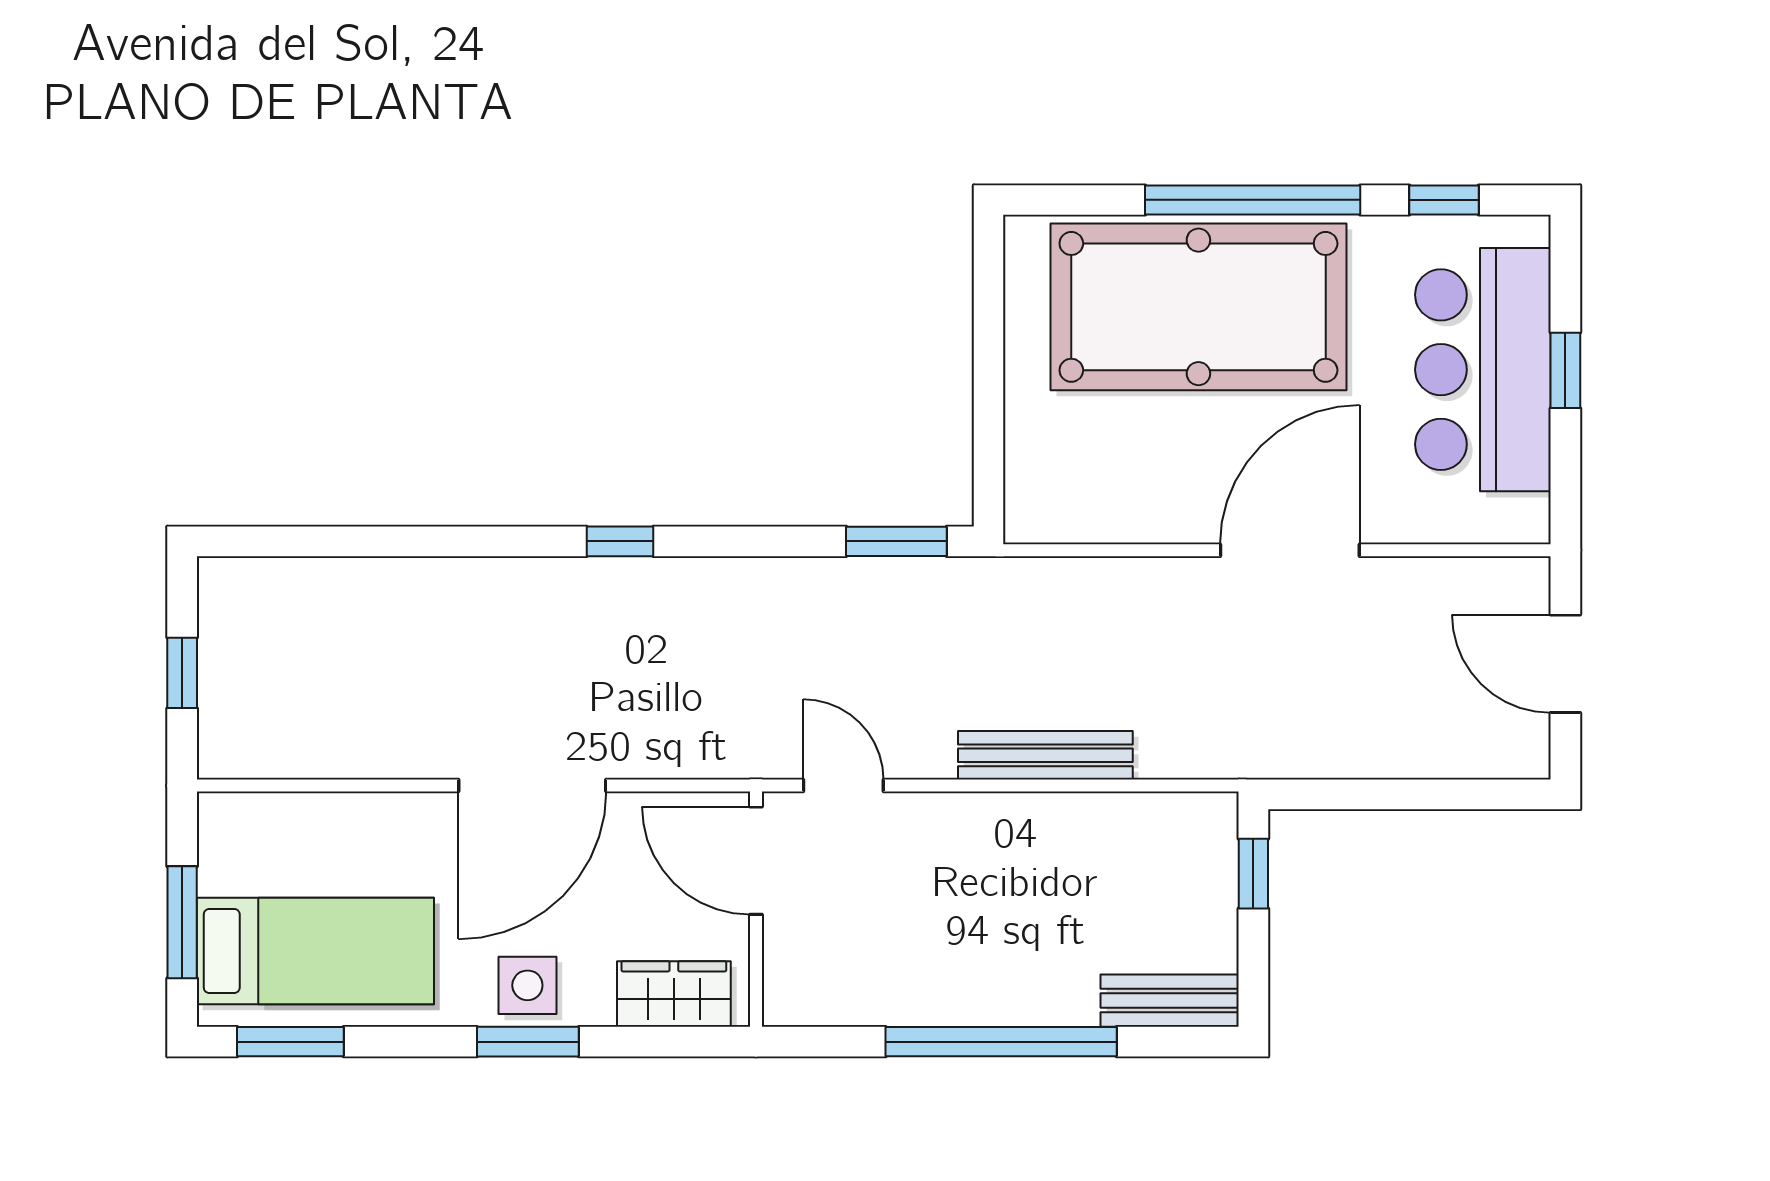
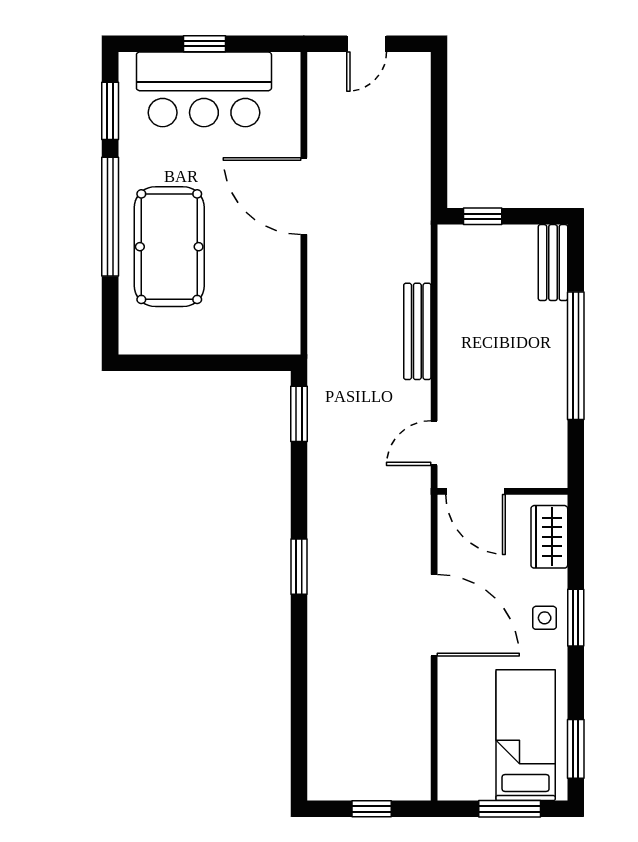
window: (1444, 200) -> (110, 111), width x1.50
pool table: (1198, 307) -> (169, 247), width x0.73, depth x0.76
window: (620, 541) -> (299, 567), width x1.50
door: (1565, 664) -> (367, 44), width x0.73
door: (756, 861) -> (476, 491), hinge flipped
side table: (527, 985) -> (545, 618), width x0.73, depth x0.73

